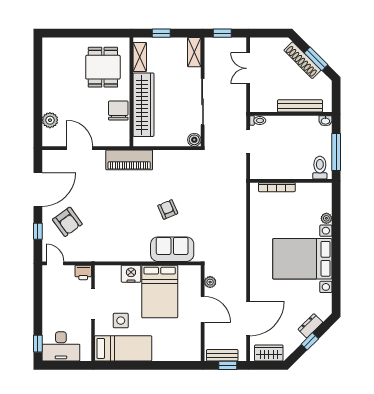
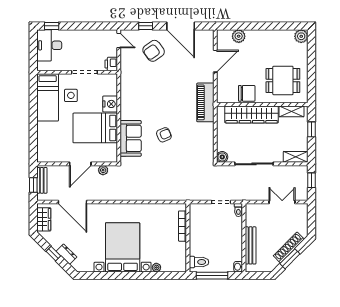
plant: (50, 45) -> (301, 36), added
door: (55, 263) -> (119, 41), hinge flipped

